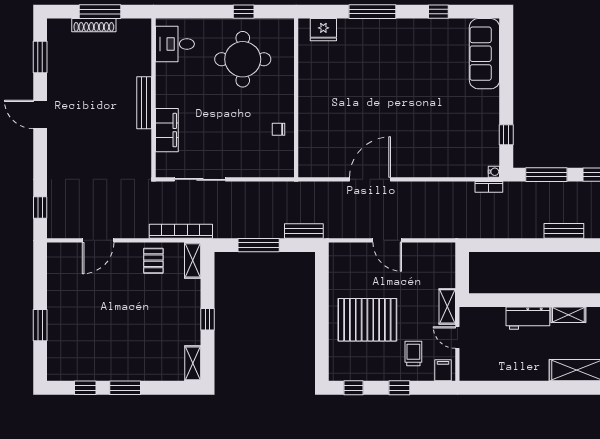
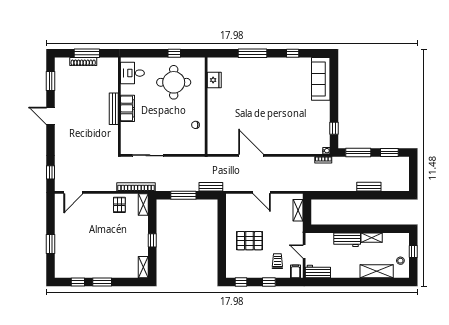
fridge: (323, 30) -> (214, 80), moved, turned -90
filing cabinet: (167, 130) -> (128, 108), moved
door: (370, 179) -> (251, 155), hinge flipped
door: (98, 240) -> (73, 192), moved
shelving: (447, 306) -> (298, 210), moved
pallet: (367, 320) -> (249, 241), width x0.73, depth x0.71
workbench: (480, 370) -> (318, 271), added

